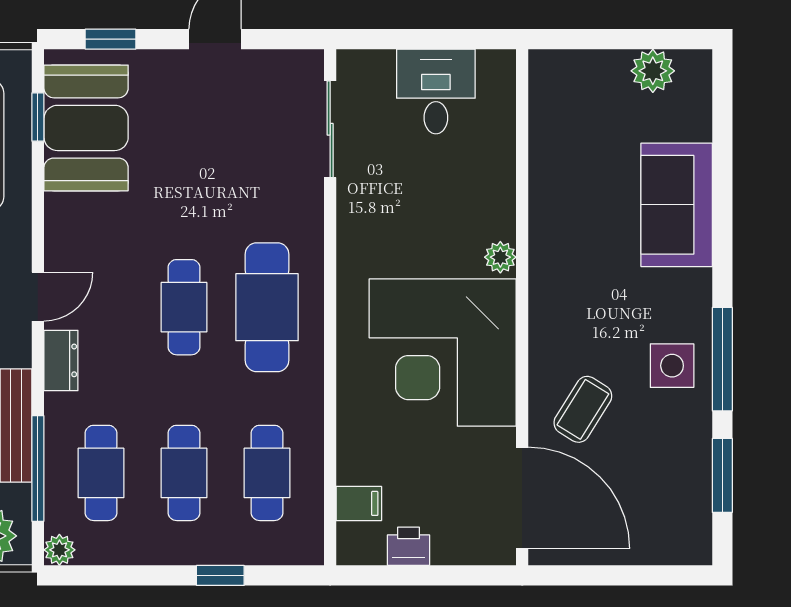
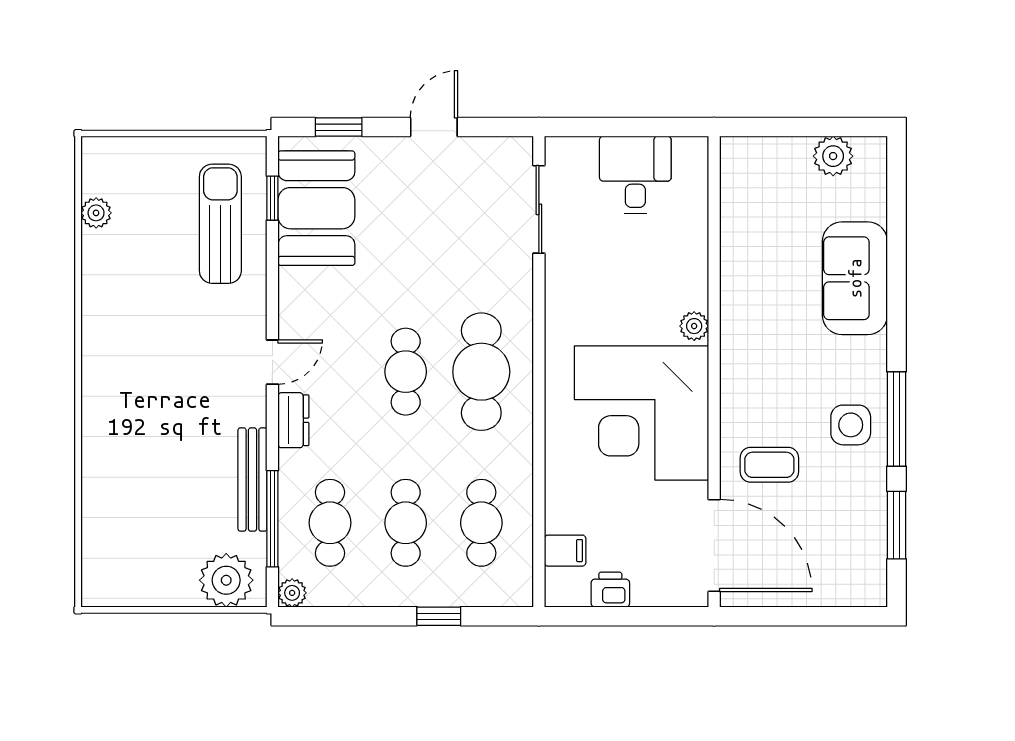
coffee table: (583, 409) -> (769, 465), turned 58

